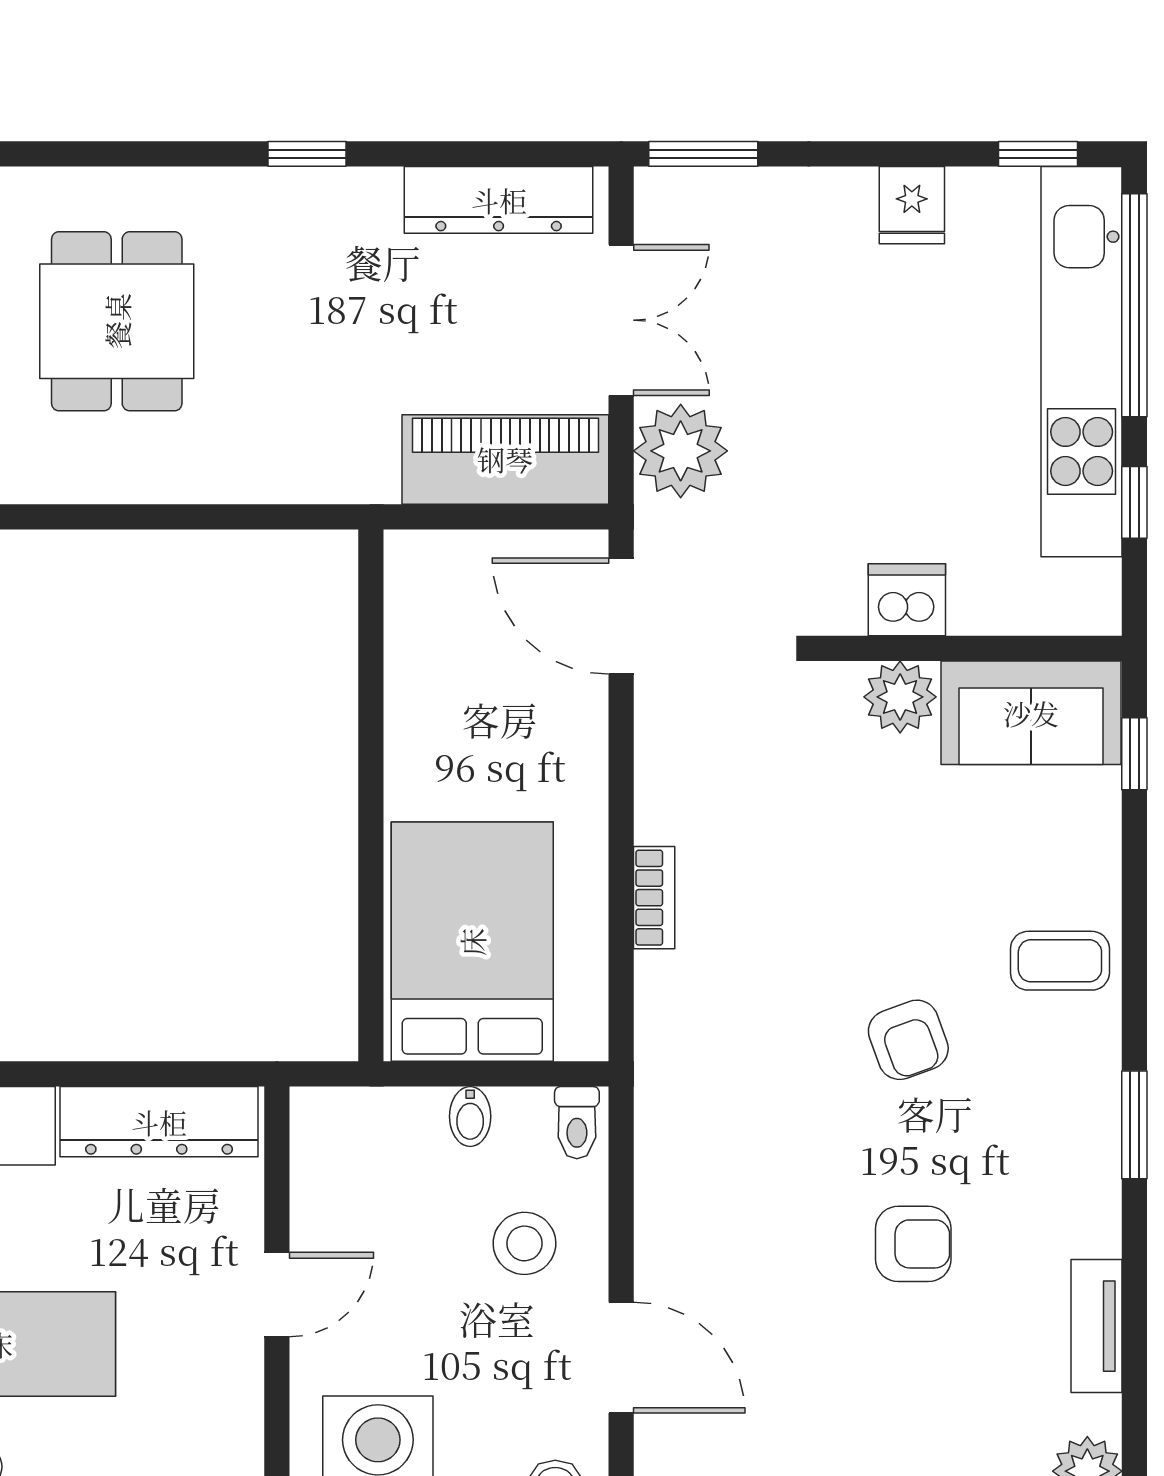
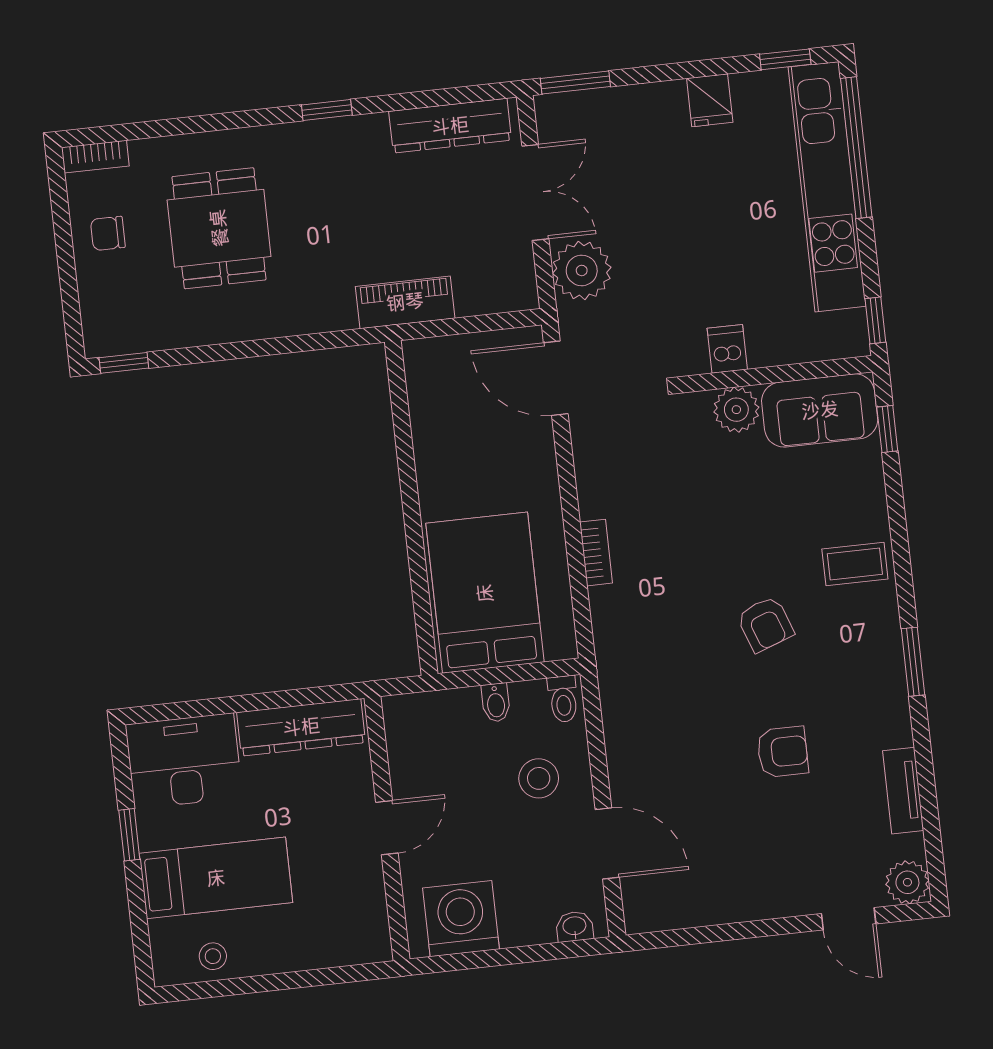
piano: (505, 459) -> (405, 302), moved, width x0.73, depth x0.75
window: (1134, 502) -> (875, 320), moved
dishwasher: (907, 600) -> (727, 349), width x0.73

